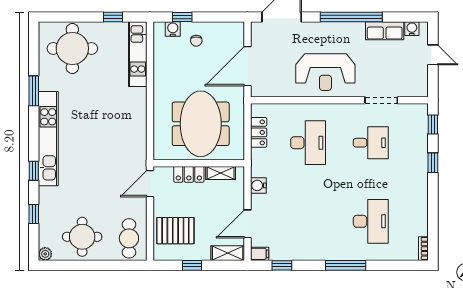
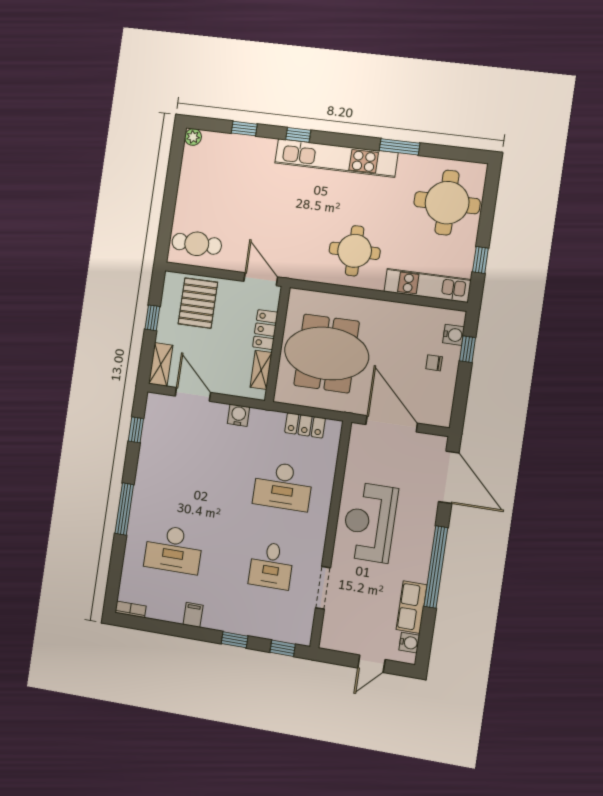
round table: (82, 237) -> (355, 251), moved
filing cabinet: (260, 254) -> (193, 615), moved, turned 180

